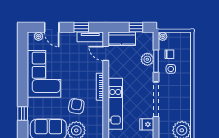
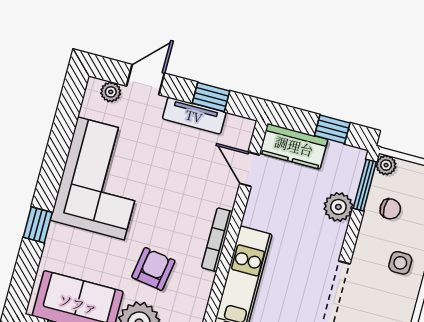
door: (52, 27) -> (145, 80), swing flipped
tv unit: (90, 37) -> (194, 116), moved
window: (156, 61) -> (365, 185), moved
side table: (171, 69) -> (400, 263), moved
window: (23, 114) -> (38, 225), moved

